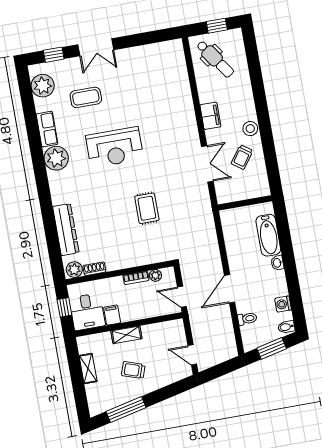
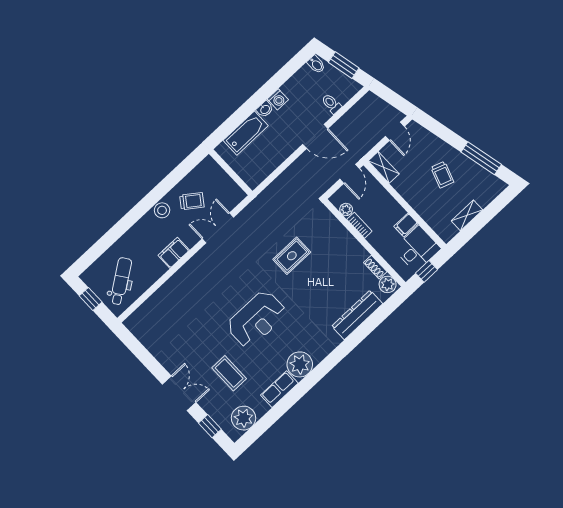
reception desk: (115, 147) -> (257, 319), turned 90
washing machine: (283, 304) -> (278, 99), moved
shelving: (126, 335) -> (384, 167), moved

